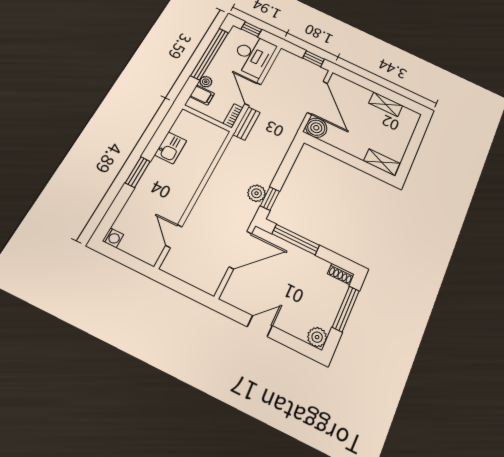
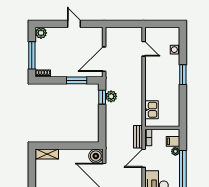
door: (253, 94) -> (144, 158), swing flipped
kitchen sink: (171, 148) -> (152, 110), moved, turned 180
washing machine: (113, 238) -> (175, 50), moved
window: (296, 240) -> (77, 80), width x0.69
door: (260, 326) -> (74, 24), swing flipped

